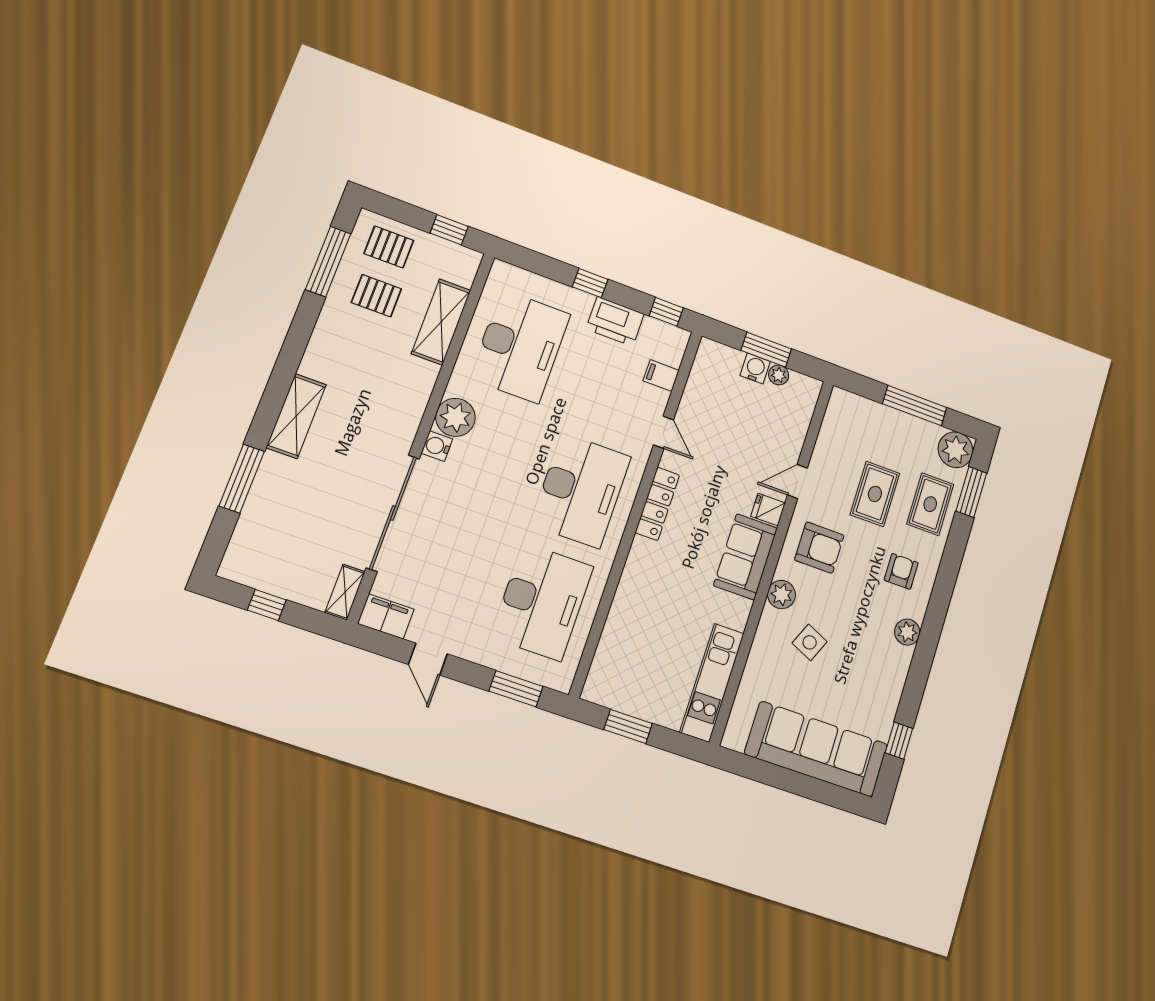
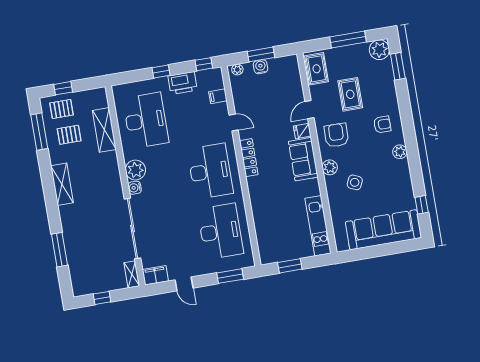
window: (449, 230) -> (63, 88), moved
plant: (779, 375) -> (237, 70), moved
shelving: (296, 416) -> (62, 184), moved
rug: (930, 504) -> (317, 69), moved
armchair: (819, 548) -> (336, 135), turned -89
armchair: (901, 571) -> (382, 124), turned 90

